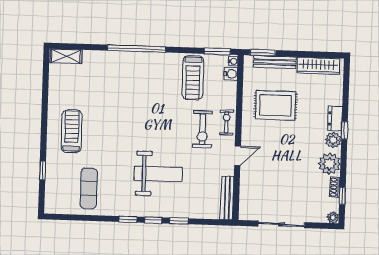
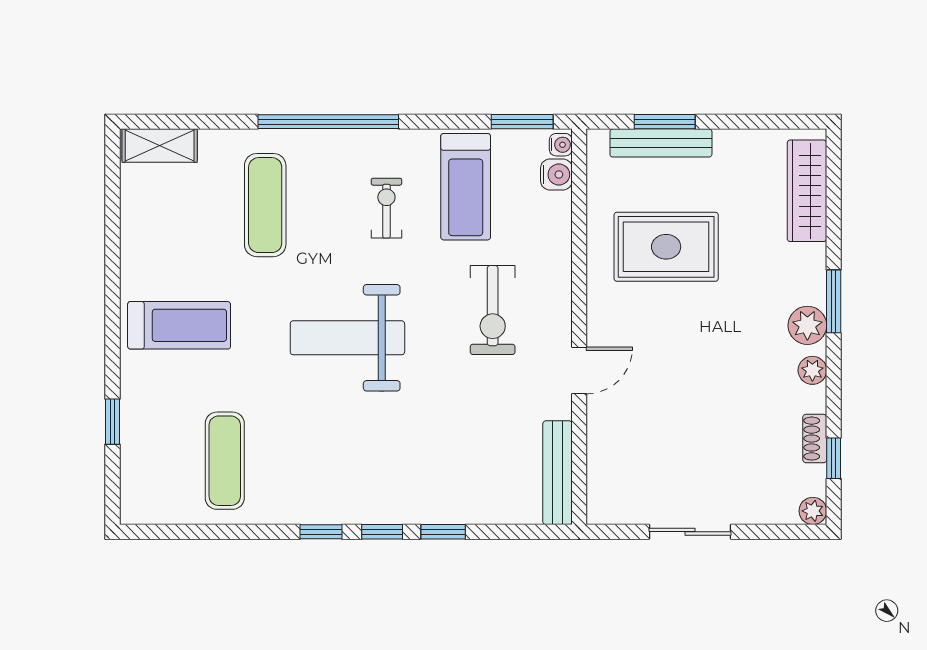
window: (263, 53) -> (665, 122), moved
wardrobe: (318, 66) -> (807, 191), moved, turned 90
exercise mat: (109, 82) -> (265, 205), added
dresser: (335, 119) -> (810, 274), removed
exercise bike: (226, 122) -> (386, 208), moved
window: (345, 130) -> (834, 301), width x1.50
treadmill: (72, 131) -> (179, 325), turned 90
plant: (329, 164) -> (812, 370), width x0.53, depth x0.53
weight bench: (158, 174) -> (347, 338), moved, turned 180
sliding door: (282, 224) -> (690, 532), width x0.73

